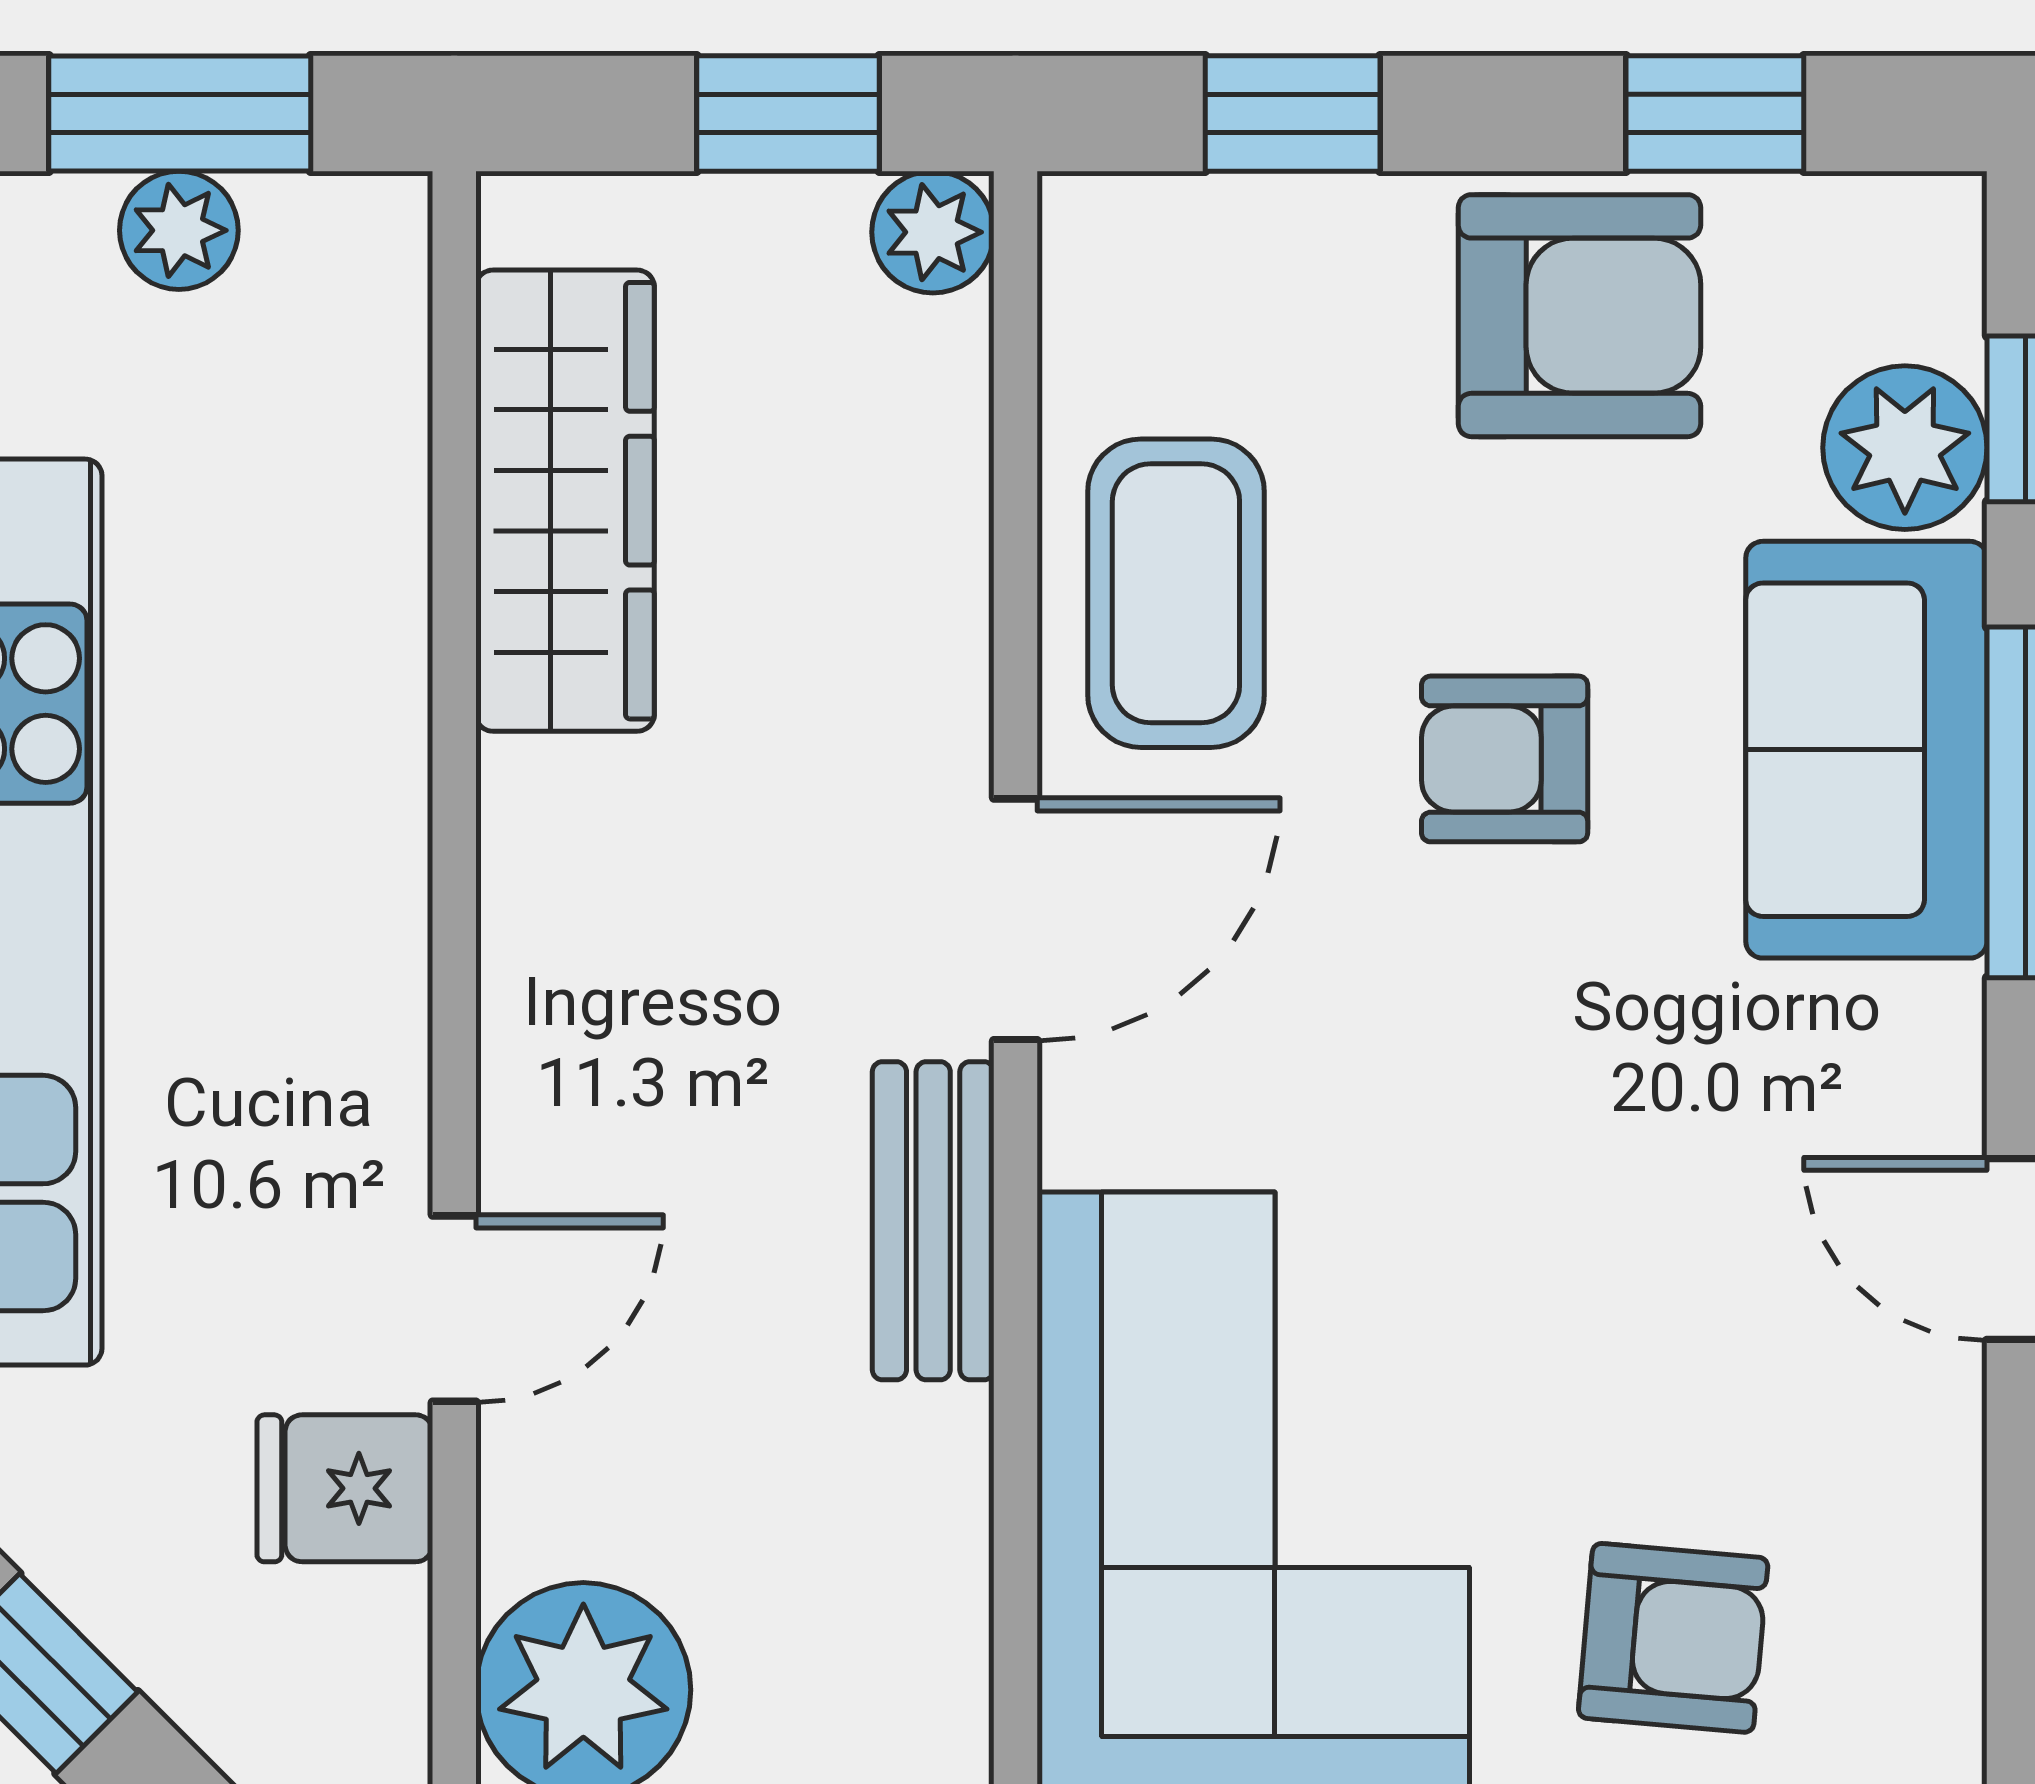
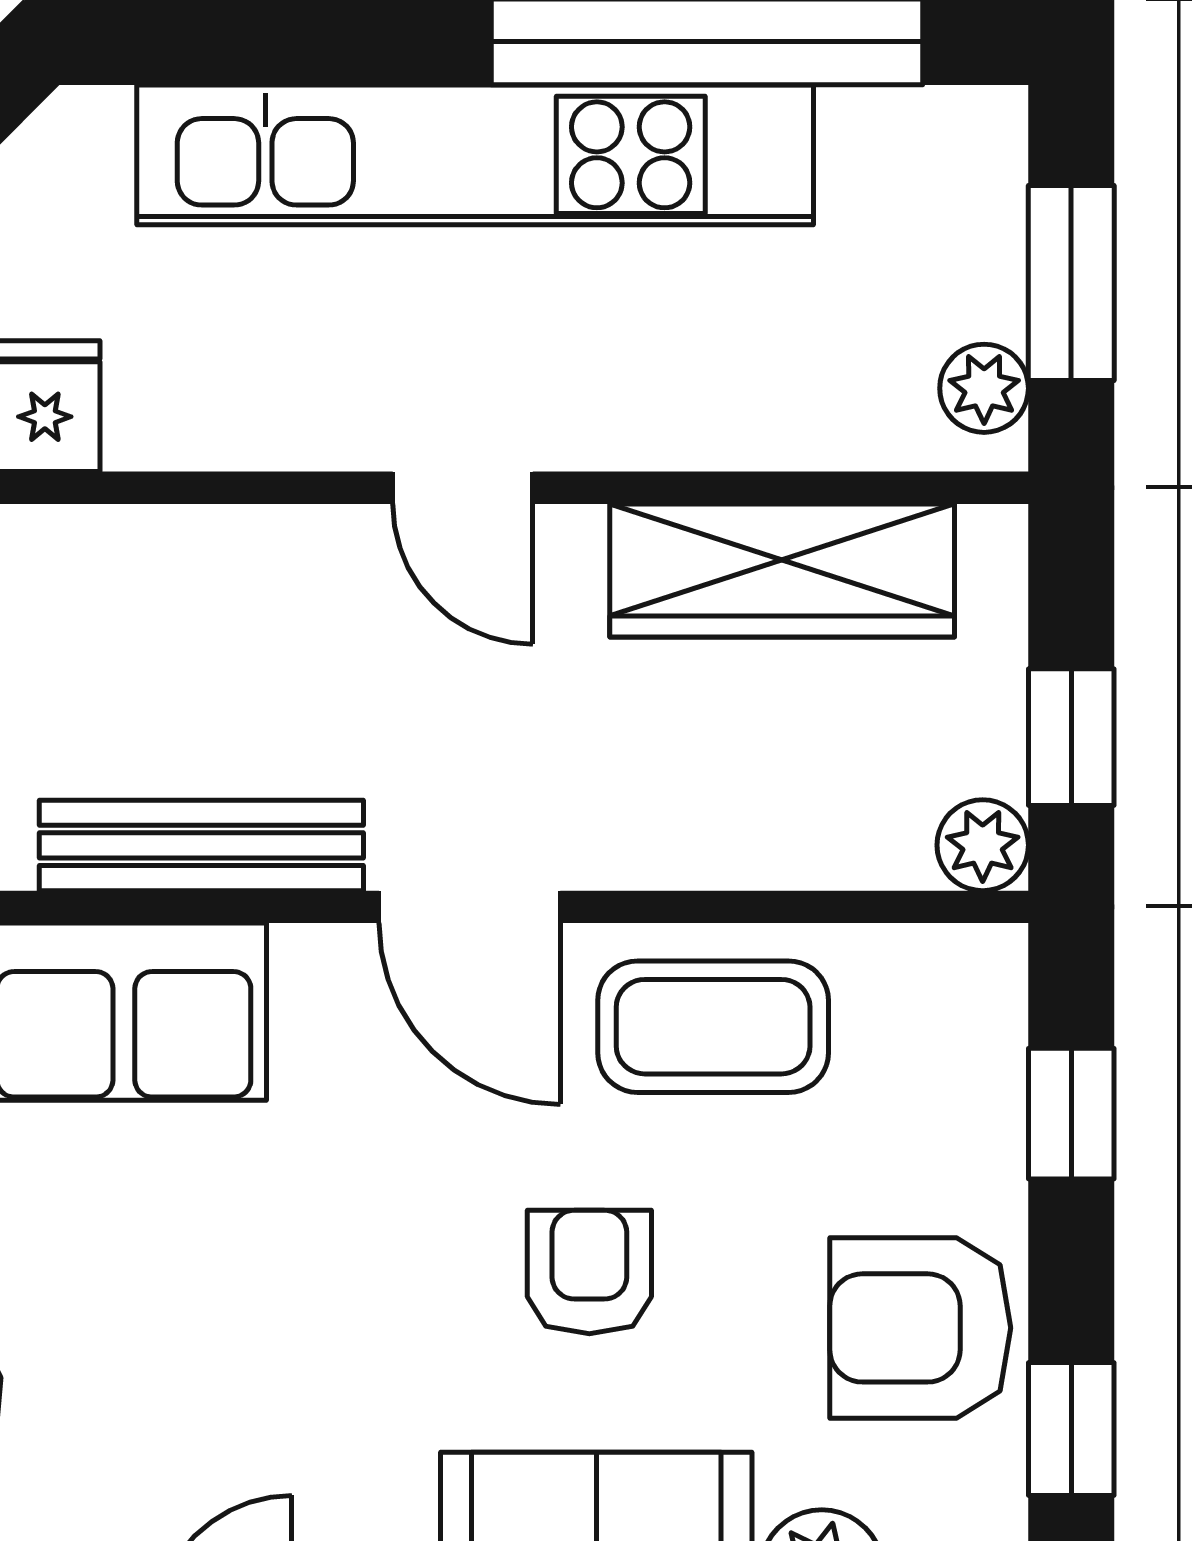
plant: (179, 230) -> (984, 388), moved
armchair: (1580, 316) -> (920, 1328), turned 90
bench: (933, 1221) -> (201, 845), width x1.36
door: (454, 1309) -> (463, 488), moved

